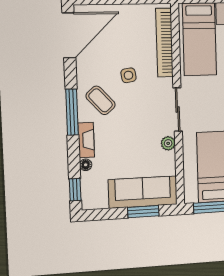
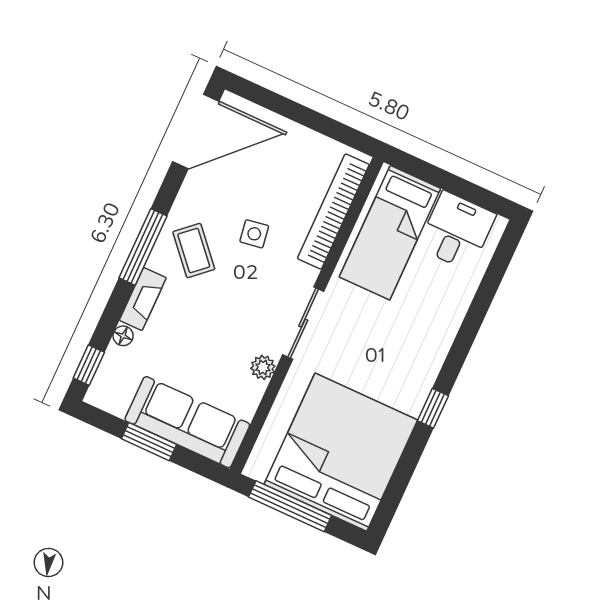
window: (143, 212) -> (149, 442), moved

